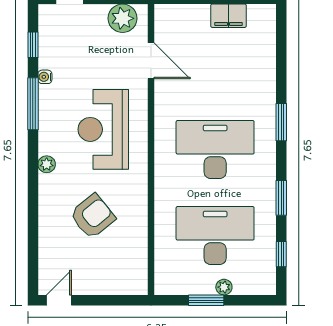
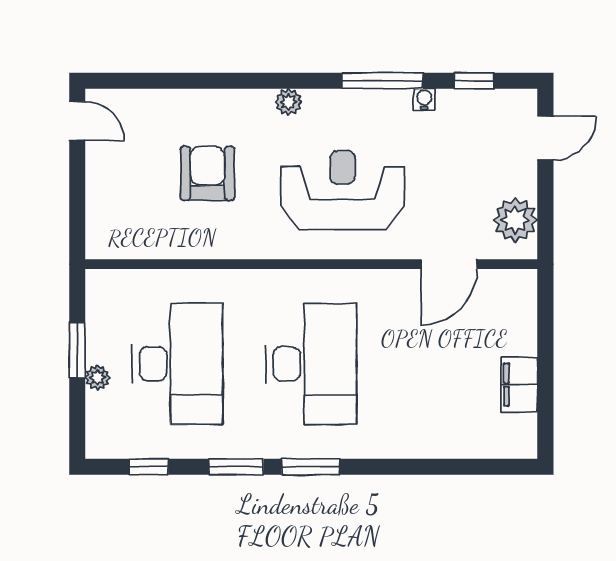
window: (281, 122) -> (311, 467), moved
armchair: (93, 216) -> (207, 173), turned -141

